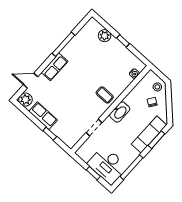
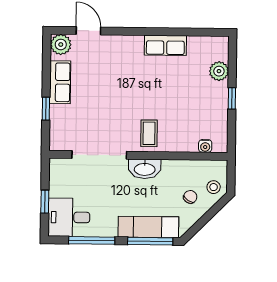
window: (64, 44) -> (166, 32), removed
row of seats: (55, 67) -> (165, 45), moved
doorway: (94, 128) -> (99, 155), width x1.88
window: (156, 140) -> (150, 241), width x1.44
desk: (108, 165) -> (69, 217), width x0.73

